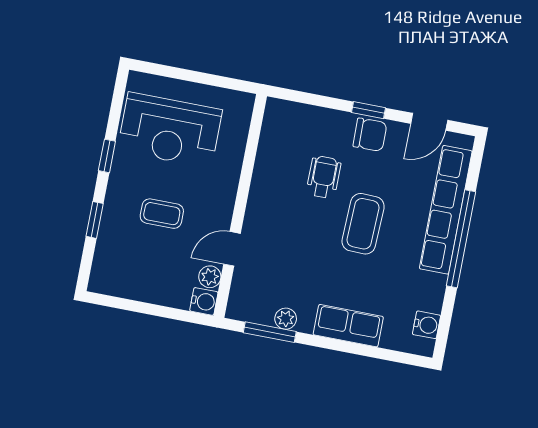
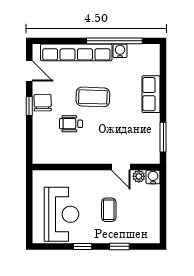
window: (461, 239) -> (114, 41), moved
plant: (286, 319) -> (154, 130), removed
water cooler: (426, 325) -> (120, 51), moved

